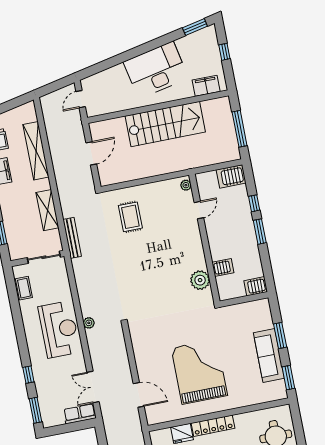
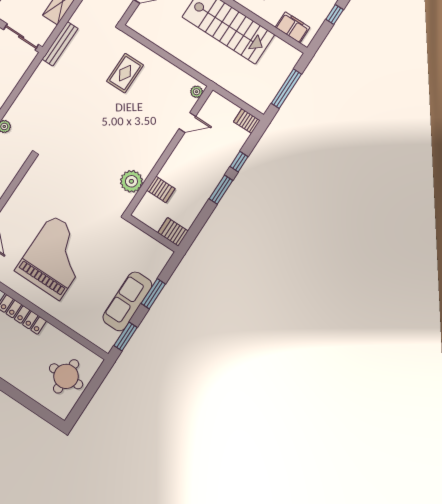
server rack: (231, 176) -> (247, 121), width x0.73, depth x0.70

